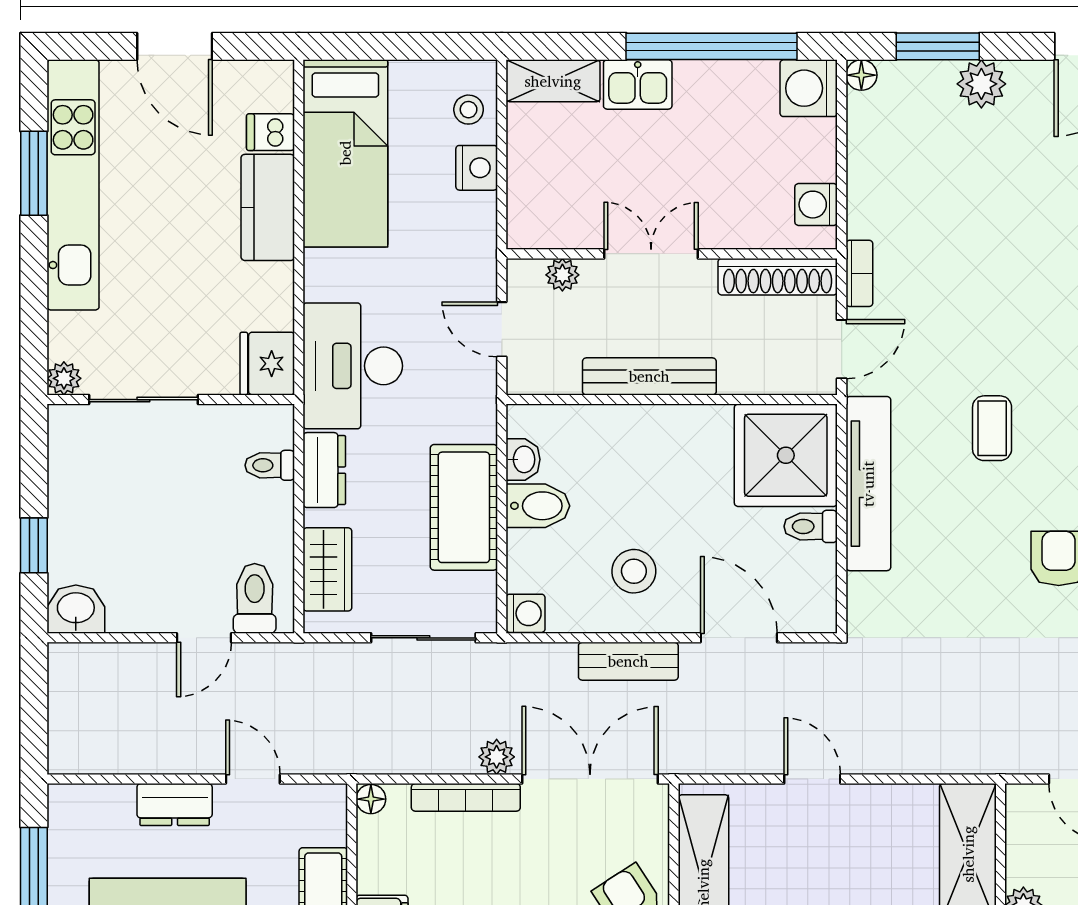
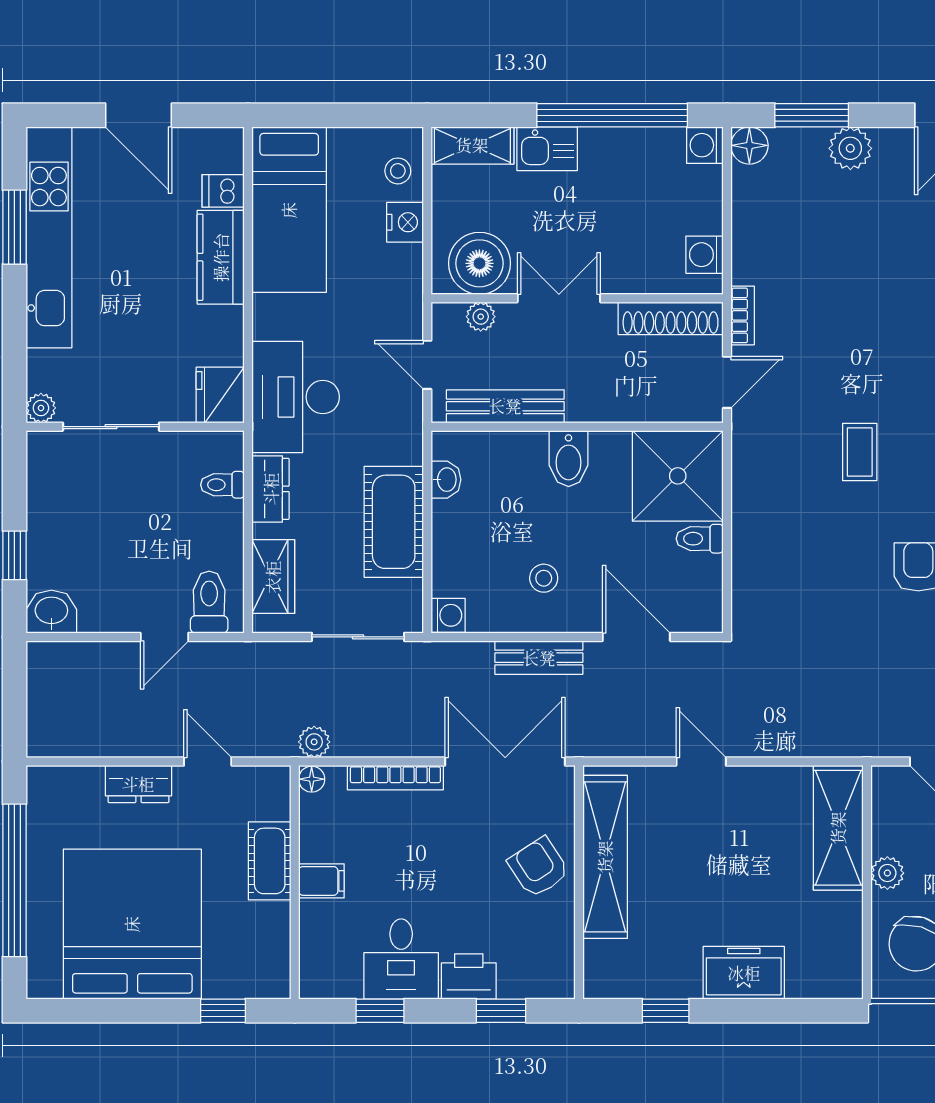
floor lamp: (861, 75) -> (749, 145), width x1.37, depth x1.37
washing machine: (809, 88) -> (705, 145), width x0.73, depth x0.73
boiler: (561, 214) -> (479, 263), added
bench: (649, 376) -> (505, 406), moved
tv unit: (868, 484) -> (751, 501), removed
bidet: (538, 506) -> (569, 459), moved, turned 90
stool: (634, 571) -> (544, 578), width x0.73, depth x0.73
plant: (497, 757) -> (314, 742), moved

